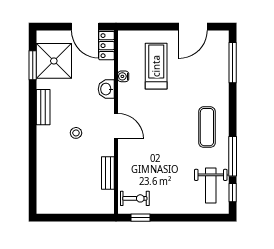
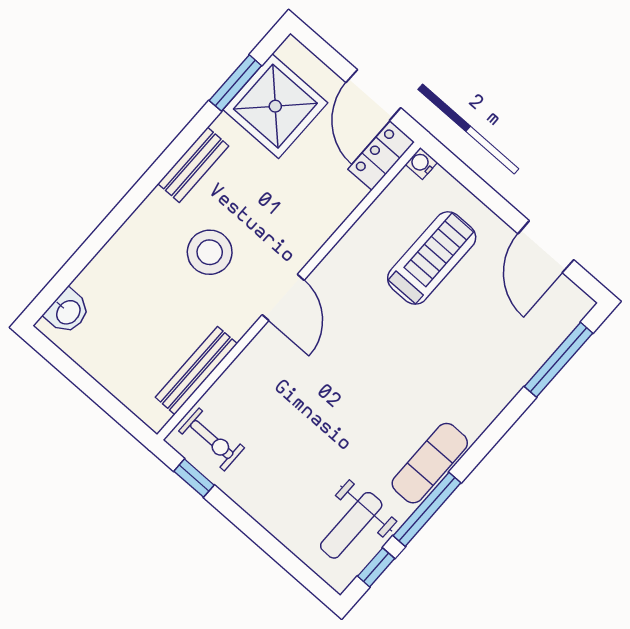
door: (193, 27) -> (546, 247), hinge flipped
water cooler: (123, 76) -> (421, 163), moved
washbasin: (106, 89) -> (68, 312), moved, turned 180
exercise mat: (207, 127) -> (430, 463), moved
stool: (76, 133) -> (210, 252), width x1.89, depth x1.89
bench: (108, 173) -> (196, 370), width x1.36

